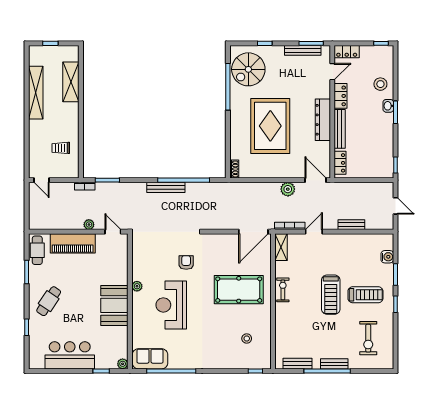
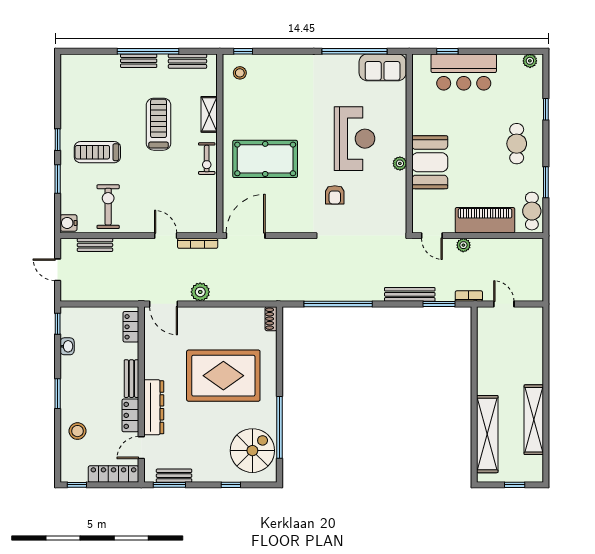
bench: (303, 50) -> (174, 476), width x0.73
locker: (347, 52) -> (114, 474), width x1.53
shelving: (71, 82) -> (487, 434), width x1.47
washbasin: (388, 106) -> (67, 346), moved
dresser: (323, 120) -> (154, 407), moved
rug: (270, 126) -> (223, 376), turned 90
bench: (340, 129) -> (131, 379), width x0.73
trolley: (61, 148) -> (501, 347), removed
door: (41, 180) -> (504, 304), moved
bench: (166, 187) -> (410, 294), moved
bench: (351, 225) -> (95, 245), moved
door: (314, 232) -> (166, 236), swing flipped
shelving: (281, 247) -> (209, 114), moved
water cooler: (387, 257) -> (68, 223), moved
treadmill: (331, 295) -> (159, 124), moved
cafe table: (49, 301) -> (517, 144), turned -34
booth: (114, 305) -> (430, 162), moved
exercise bike: (368, 338) -> (108, 207), moved
stool: (247, 339) -> (240, 73), moved
bar counter: (70, 355) -> (464, 72), moved
plant: (123, 364) -> (530, 61), moved

